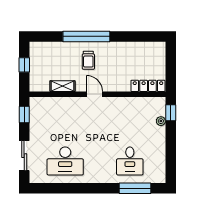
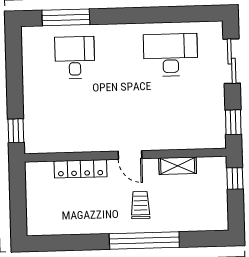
window: (24, 65) -> (235, 178), moved
locker: (148, 86) -> (80, 169), moved
plant: (161, 121) -> (30, 118), removed

